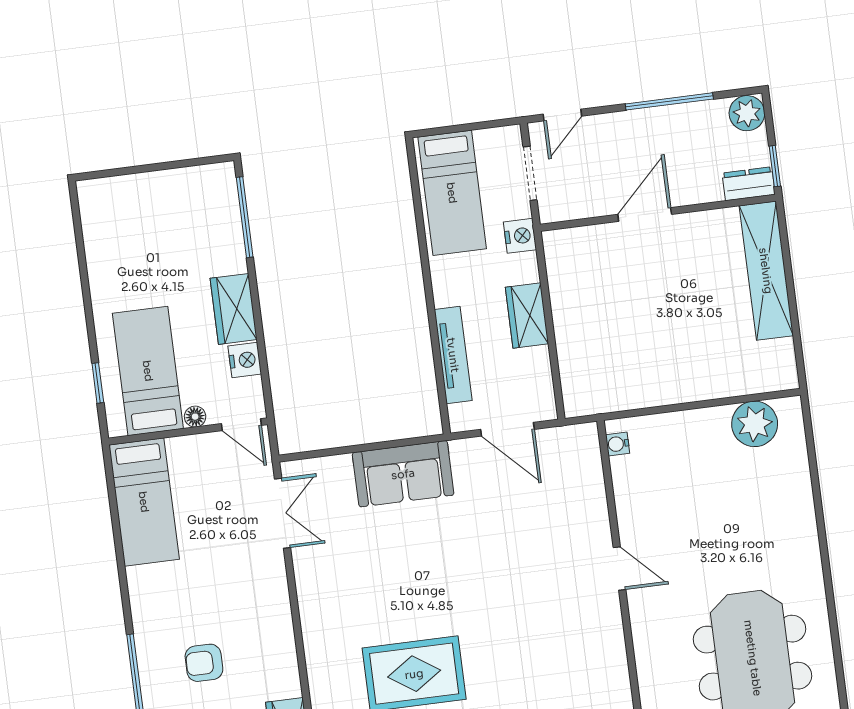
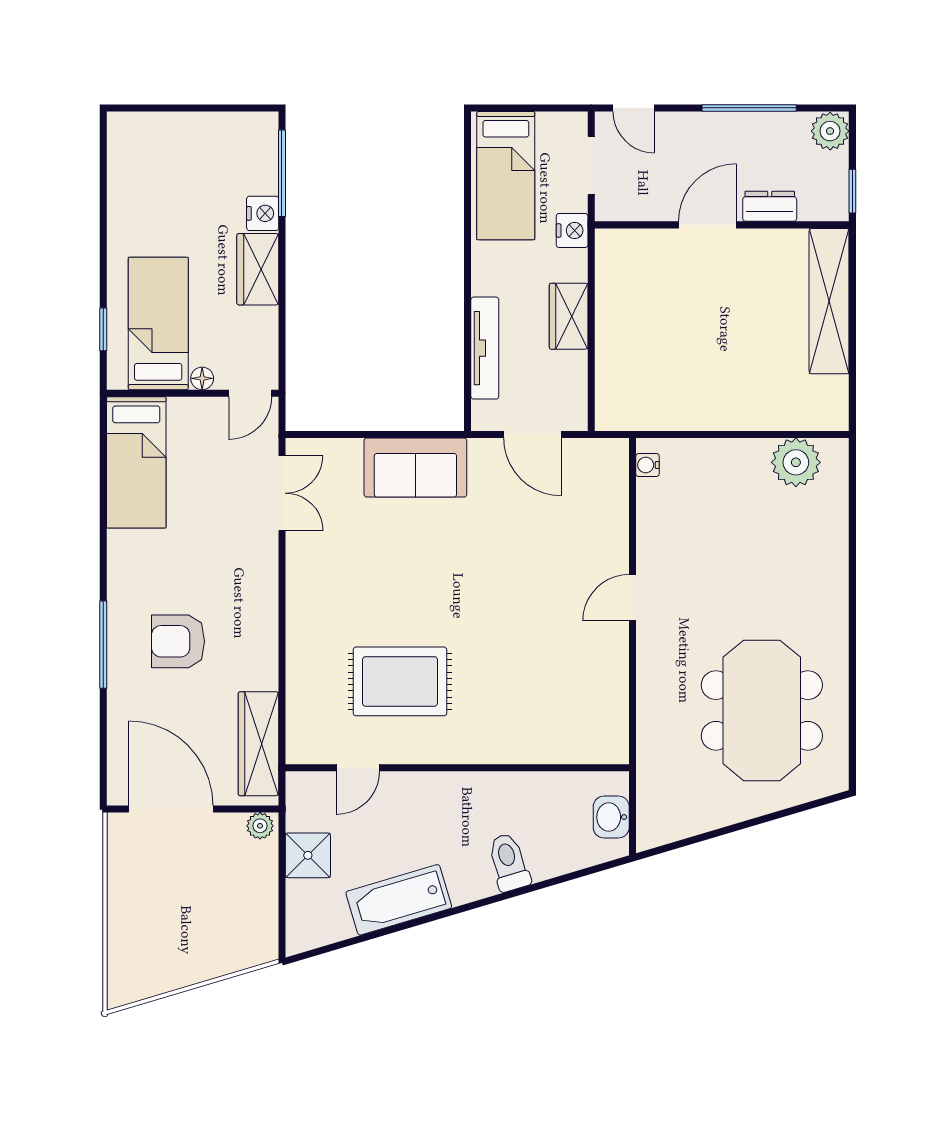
door: (562, 115) -> (634, 108), hinge flipped
dresser: (749, 184) -> (770, 206), moved
nightstand: (245, 360) -> (263, 213), moved
door: (241, 425) -> (250, 393), hinge flipped
door: (619, 568) -> (632, 598), swing flipped
armchair: (204, 663) -> (178, 641), width x1.38, depth x1.38

